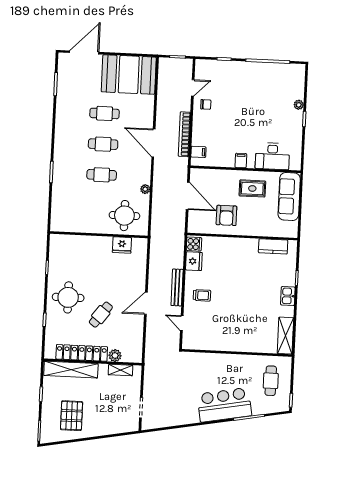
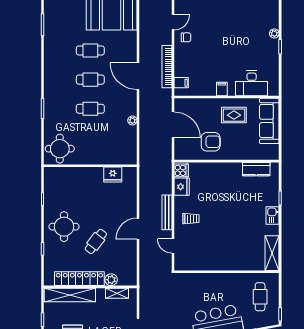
armchair: (226, 215) -> (211, 142), turned -90
round table: (124, 216) -> (60, 149), moved

